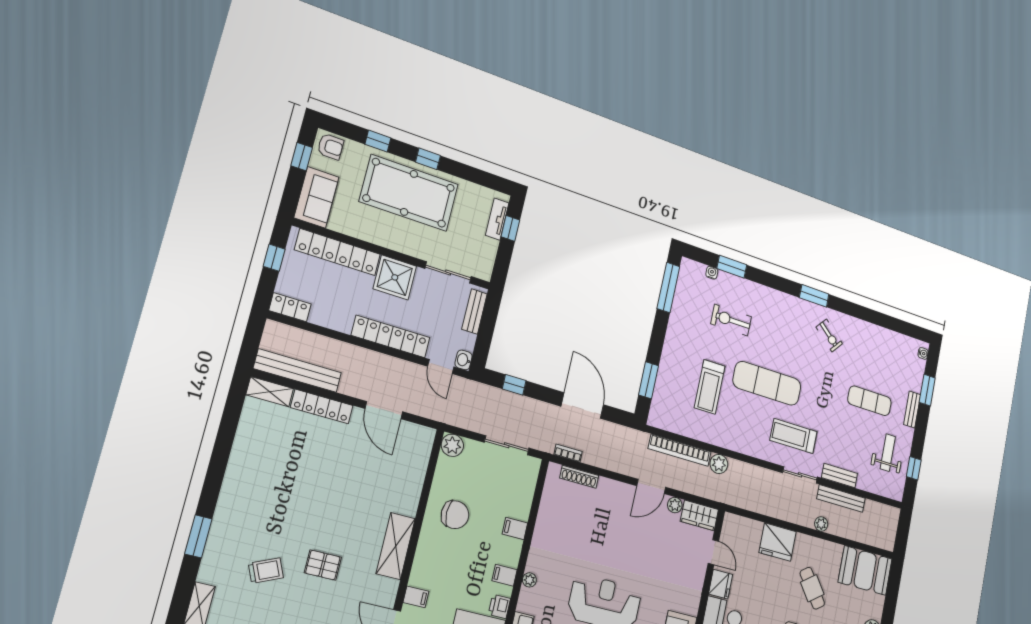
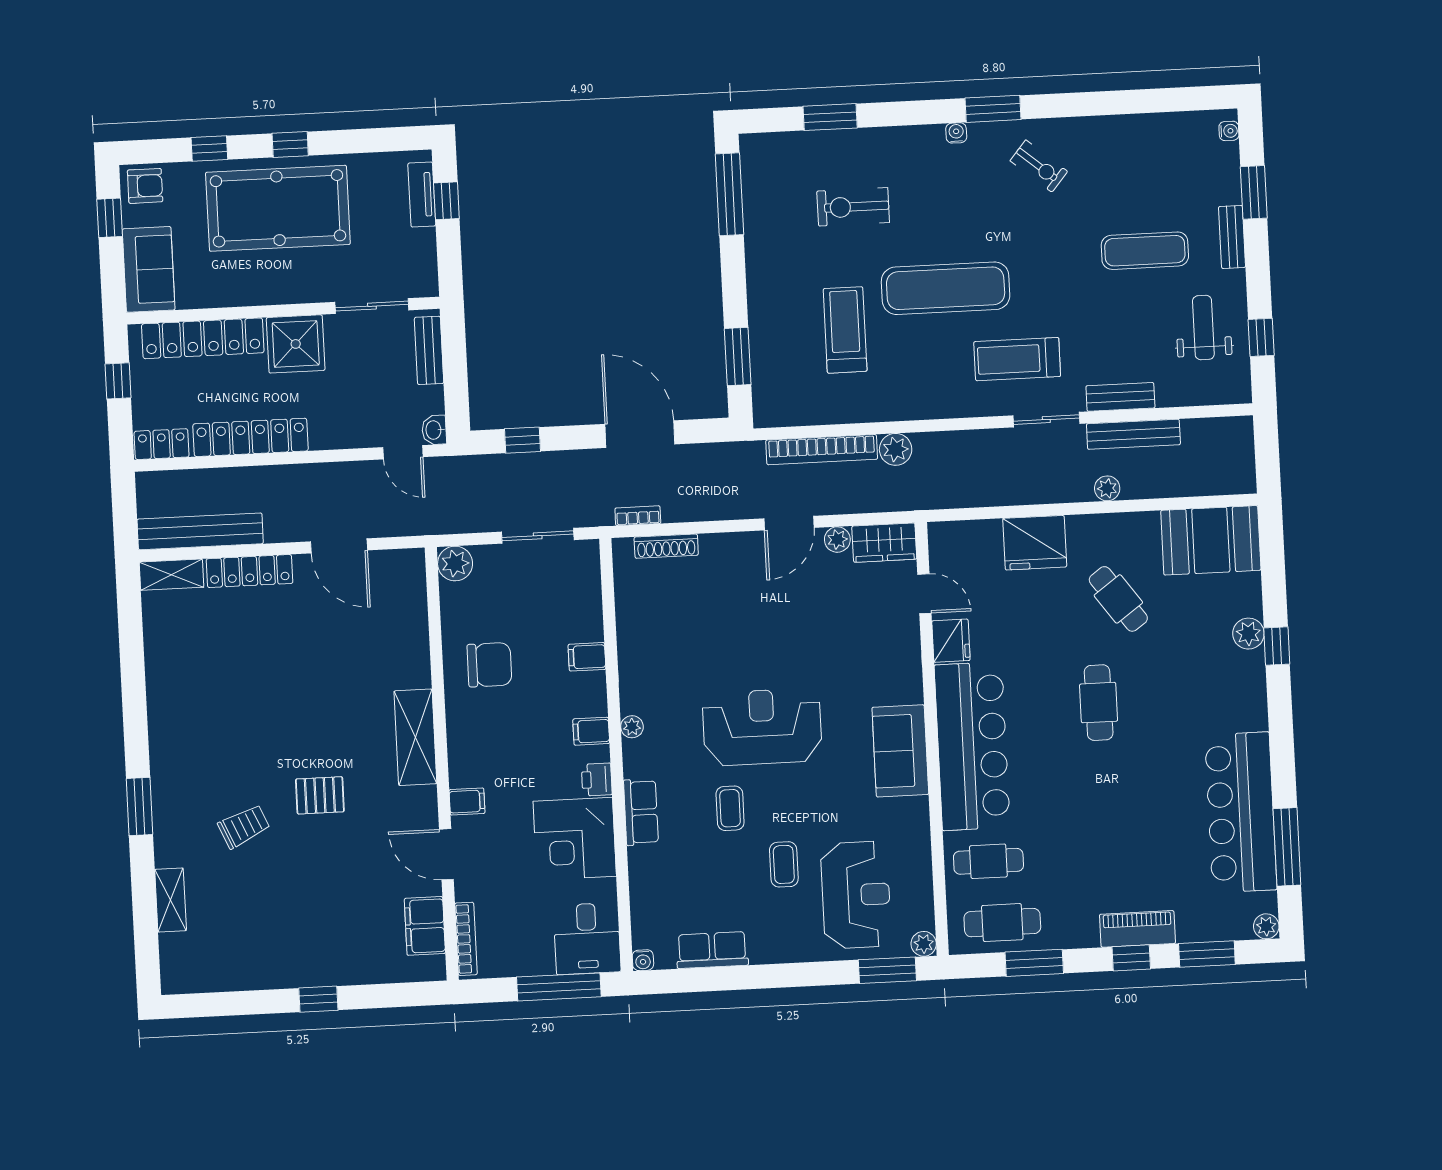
water cooler: (712, 273) -> (956, 133), moved
locker: (391, 336) -> (251, 437), moved
treadmill: (710, 387) -> (845, 330), turned 180

